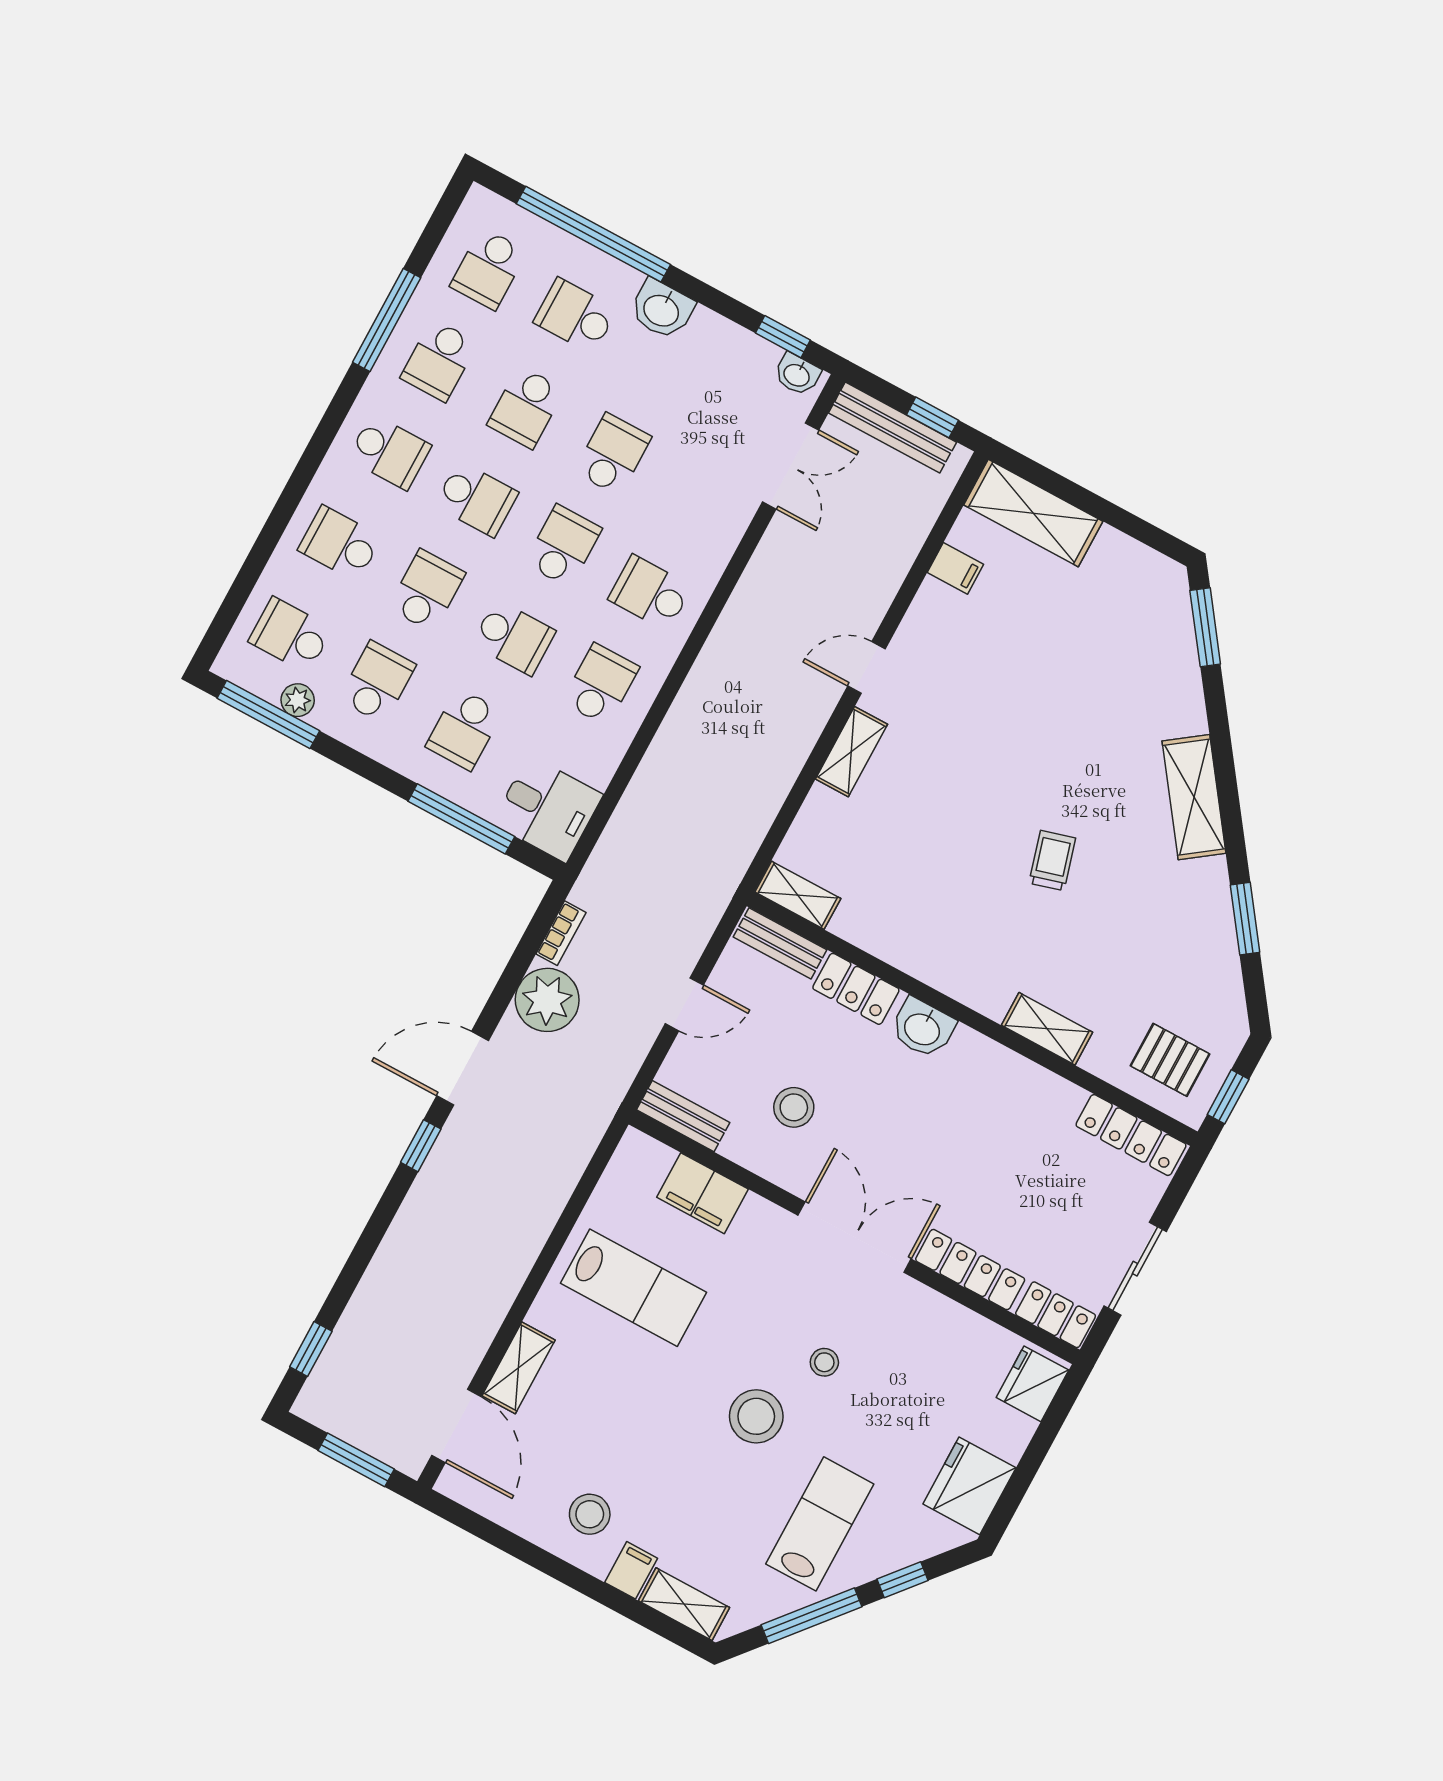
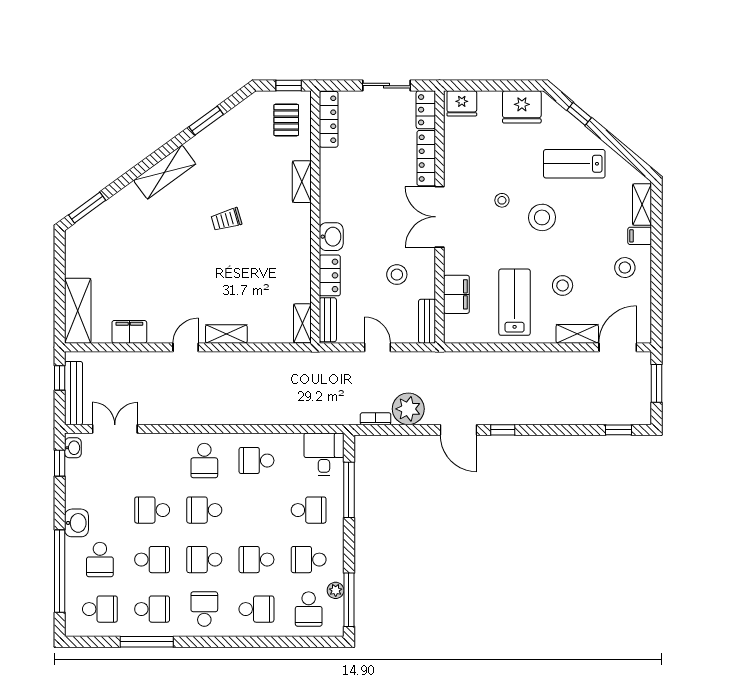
school desk: (476, 499) -> (204, 560), turned -90
school desk: (340, 544) -> (256, 609), turned -90
filing cabinet: (955, 568) -> (129, 332), width x2.00
school desk: (514, 637) -> (256, 510), removed
door: (866, 668) -> (186, 347), swing flipped
stool: (617, 1388) -> (563, 285), added
window: (811, 1616) -> (617, 146), removed

